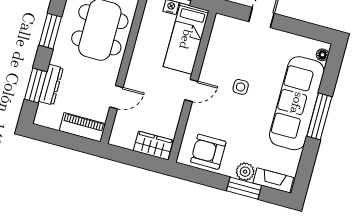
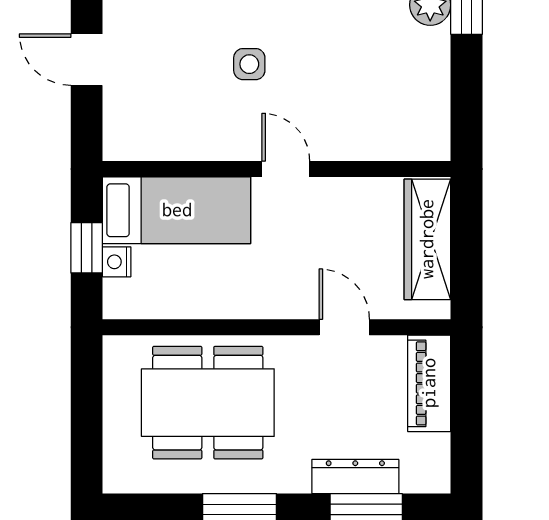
wardrobe: (153, 146) -> (427, 239), width x1.50
armchair: (208, 152) -> (409, 96), removed

